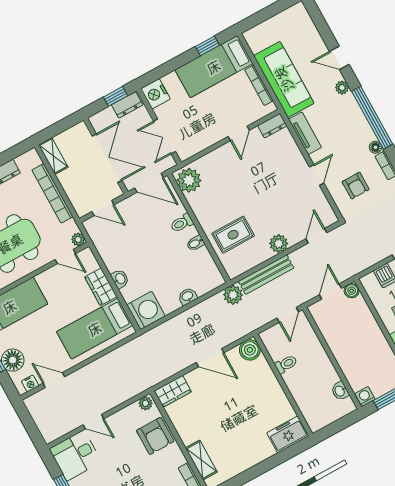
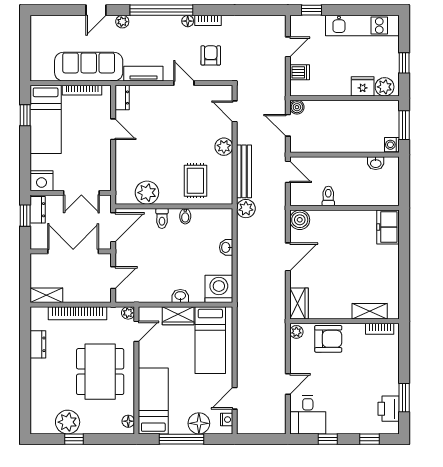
plant: (189, 180) -> (147, 193), moved
armchair: (356, 186) -> (211, 55), turned -90

